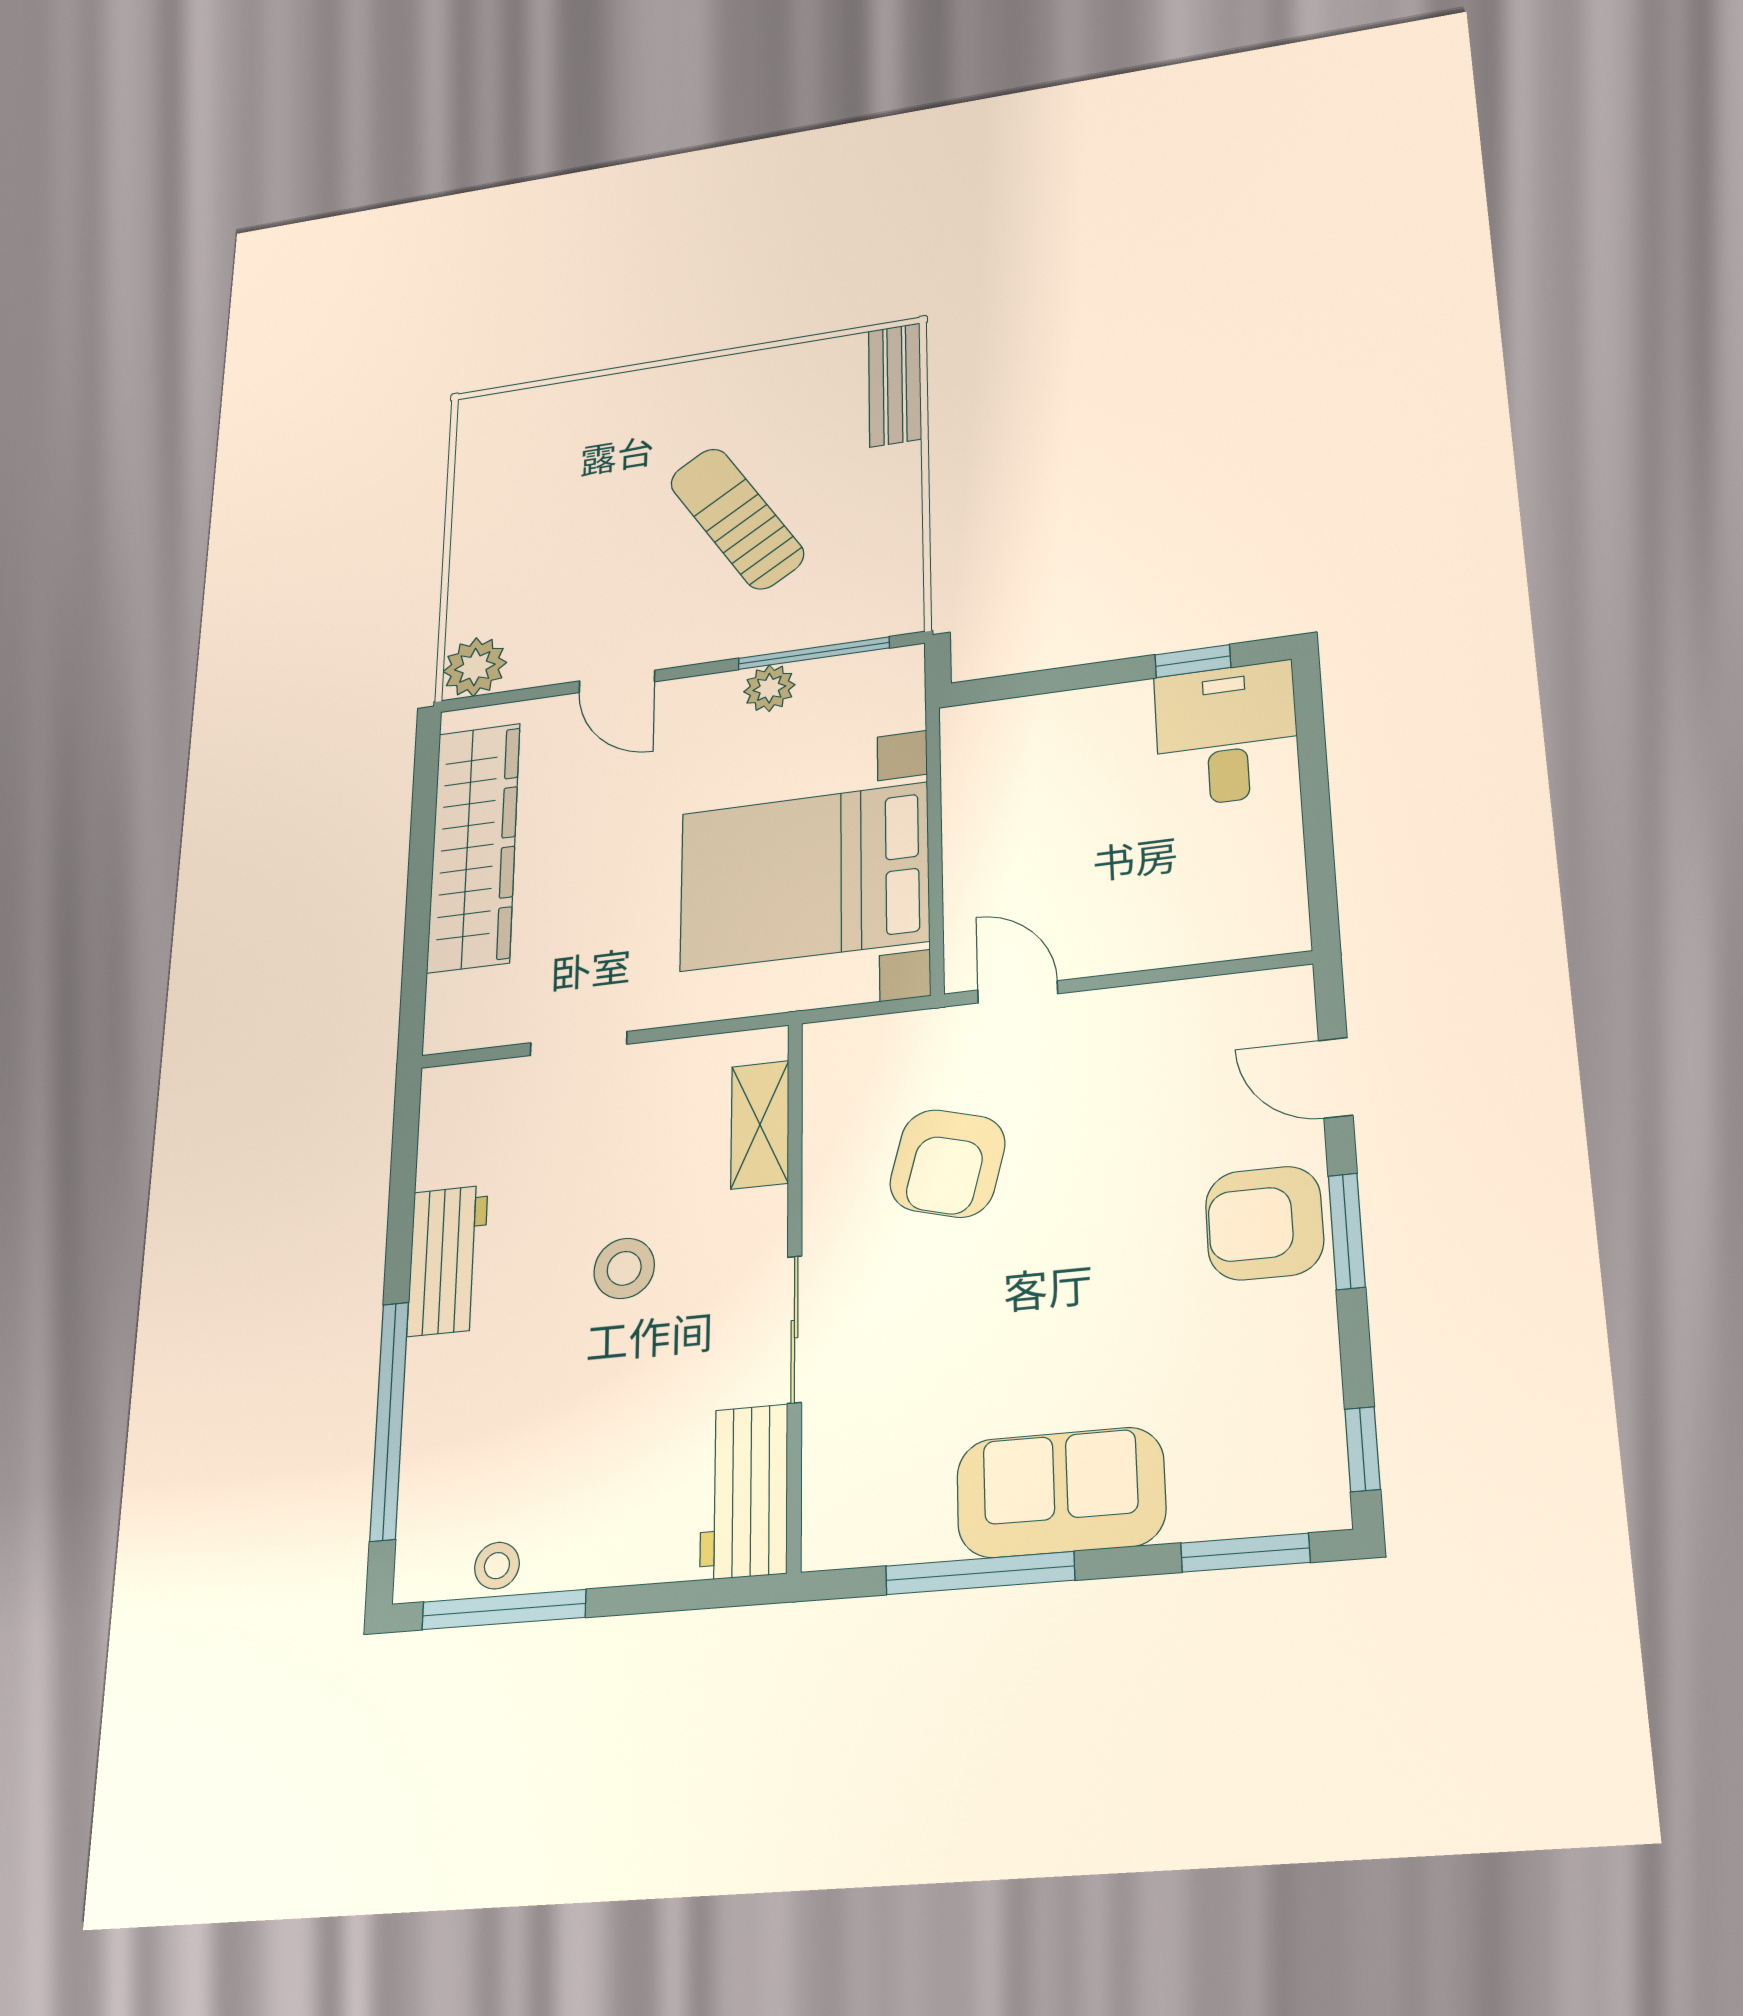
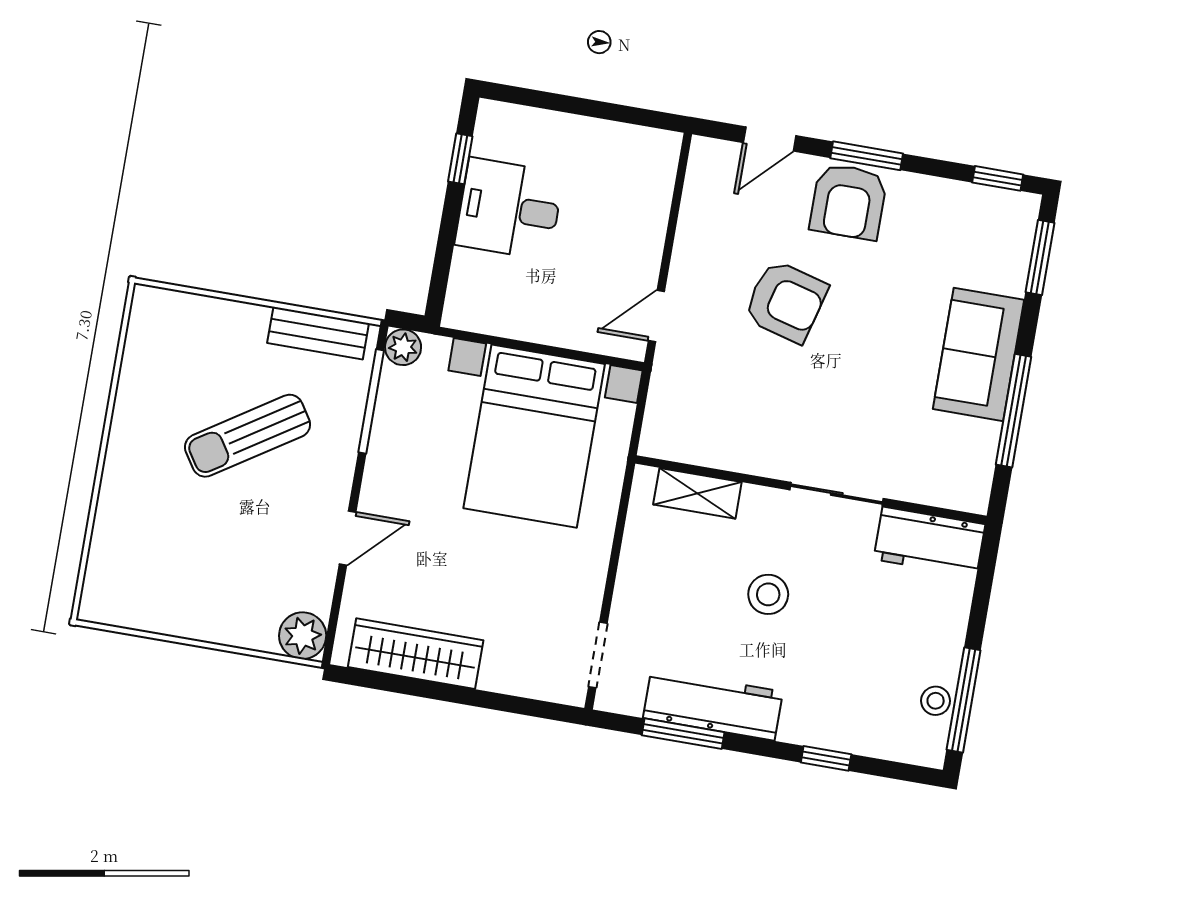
bench: (895, 385) -> (318, 333), moved
plant: (769, 688) -> (403, 347), moved
desk: (1226, 734) -> (509, 209), moved
wardrobe: (474, 847) -> (416, 654), width x0.71, depth x0.85
doorway: (579, 1044) -> (598, 655), moved
armchair: (947, 1163) -> (786, 301), moved
window: (402, 1203) -> (683, 734), added
workbench: (448, 1260) -> (713, 705), width x1.38
window: (389, 1420) -> (826, 758), width x0.32

